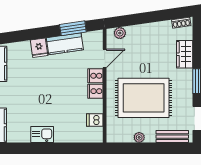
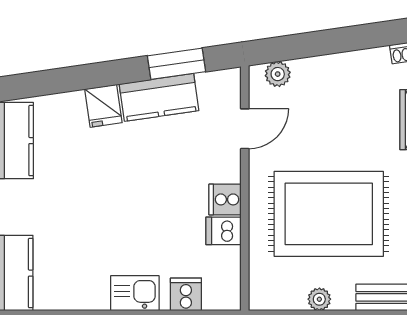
cooker: (95, 76) -> (186, 294), moved, turned 90
dishwasher: (95, 120) -> (224, 231), moved
kitchen sink: (42, 135) -> (135, 293), moved

